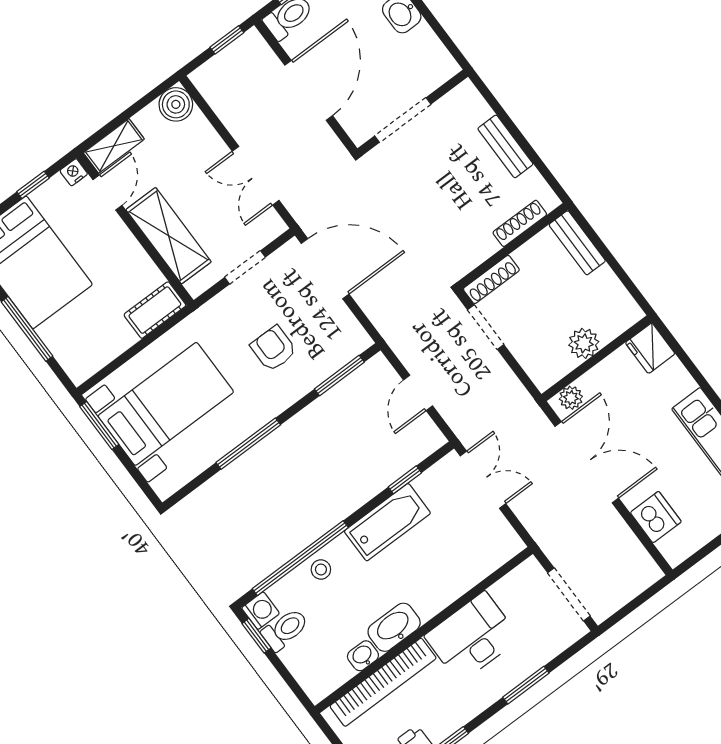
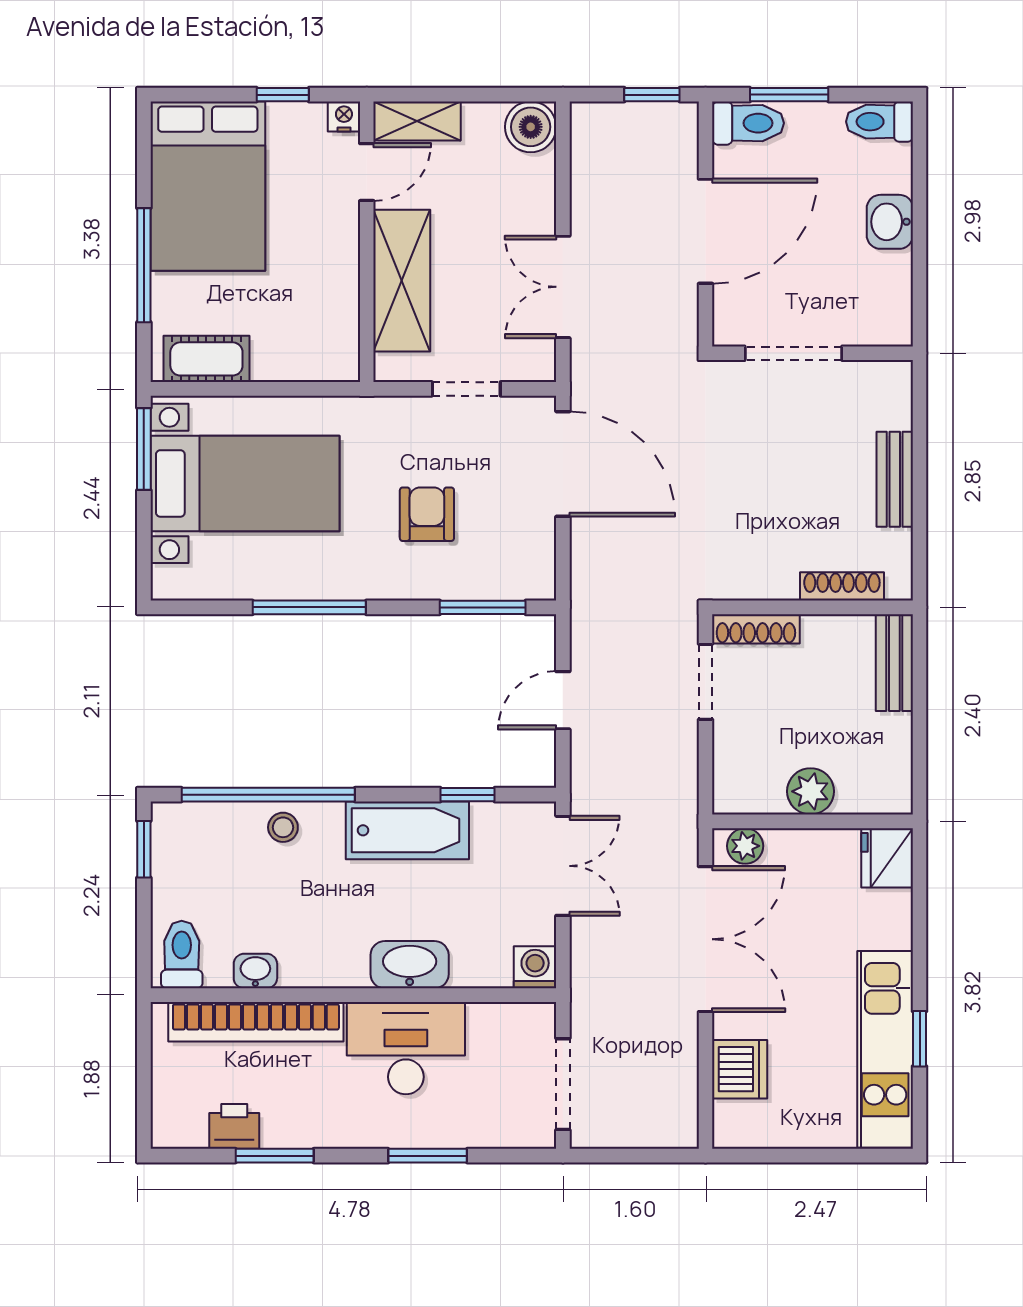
cot: (155, 310) -> (206, 359), moved
washing machine: (261, 611) -> (535, 967), moved, turned -90
washbasin: (394, 627) -> (410, 965), moved
toilet: (285, 629) -> (182, 955), moved, turned -90

